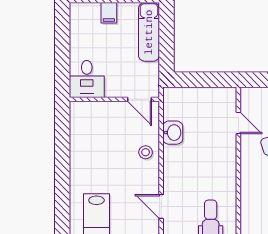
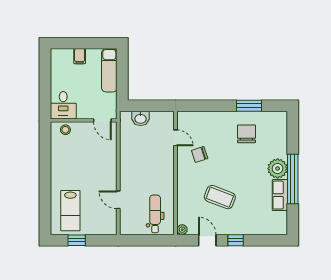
washbasin: (173, 133) -> (141, 118), moved, turned 90
stool: (146, 152) -> (65, 130), moved

